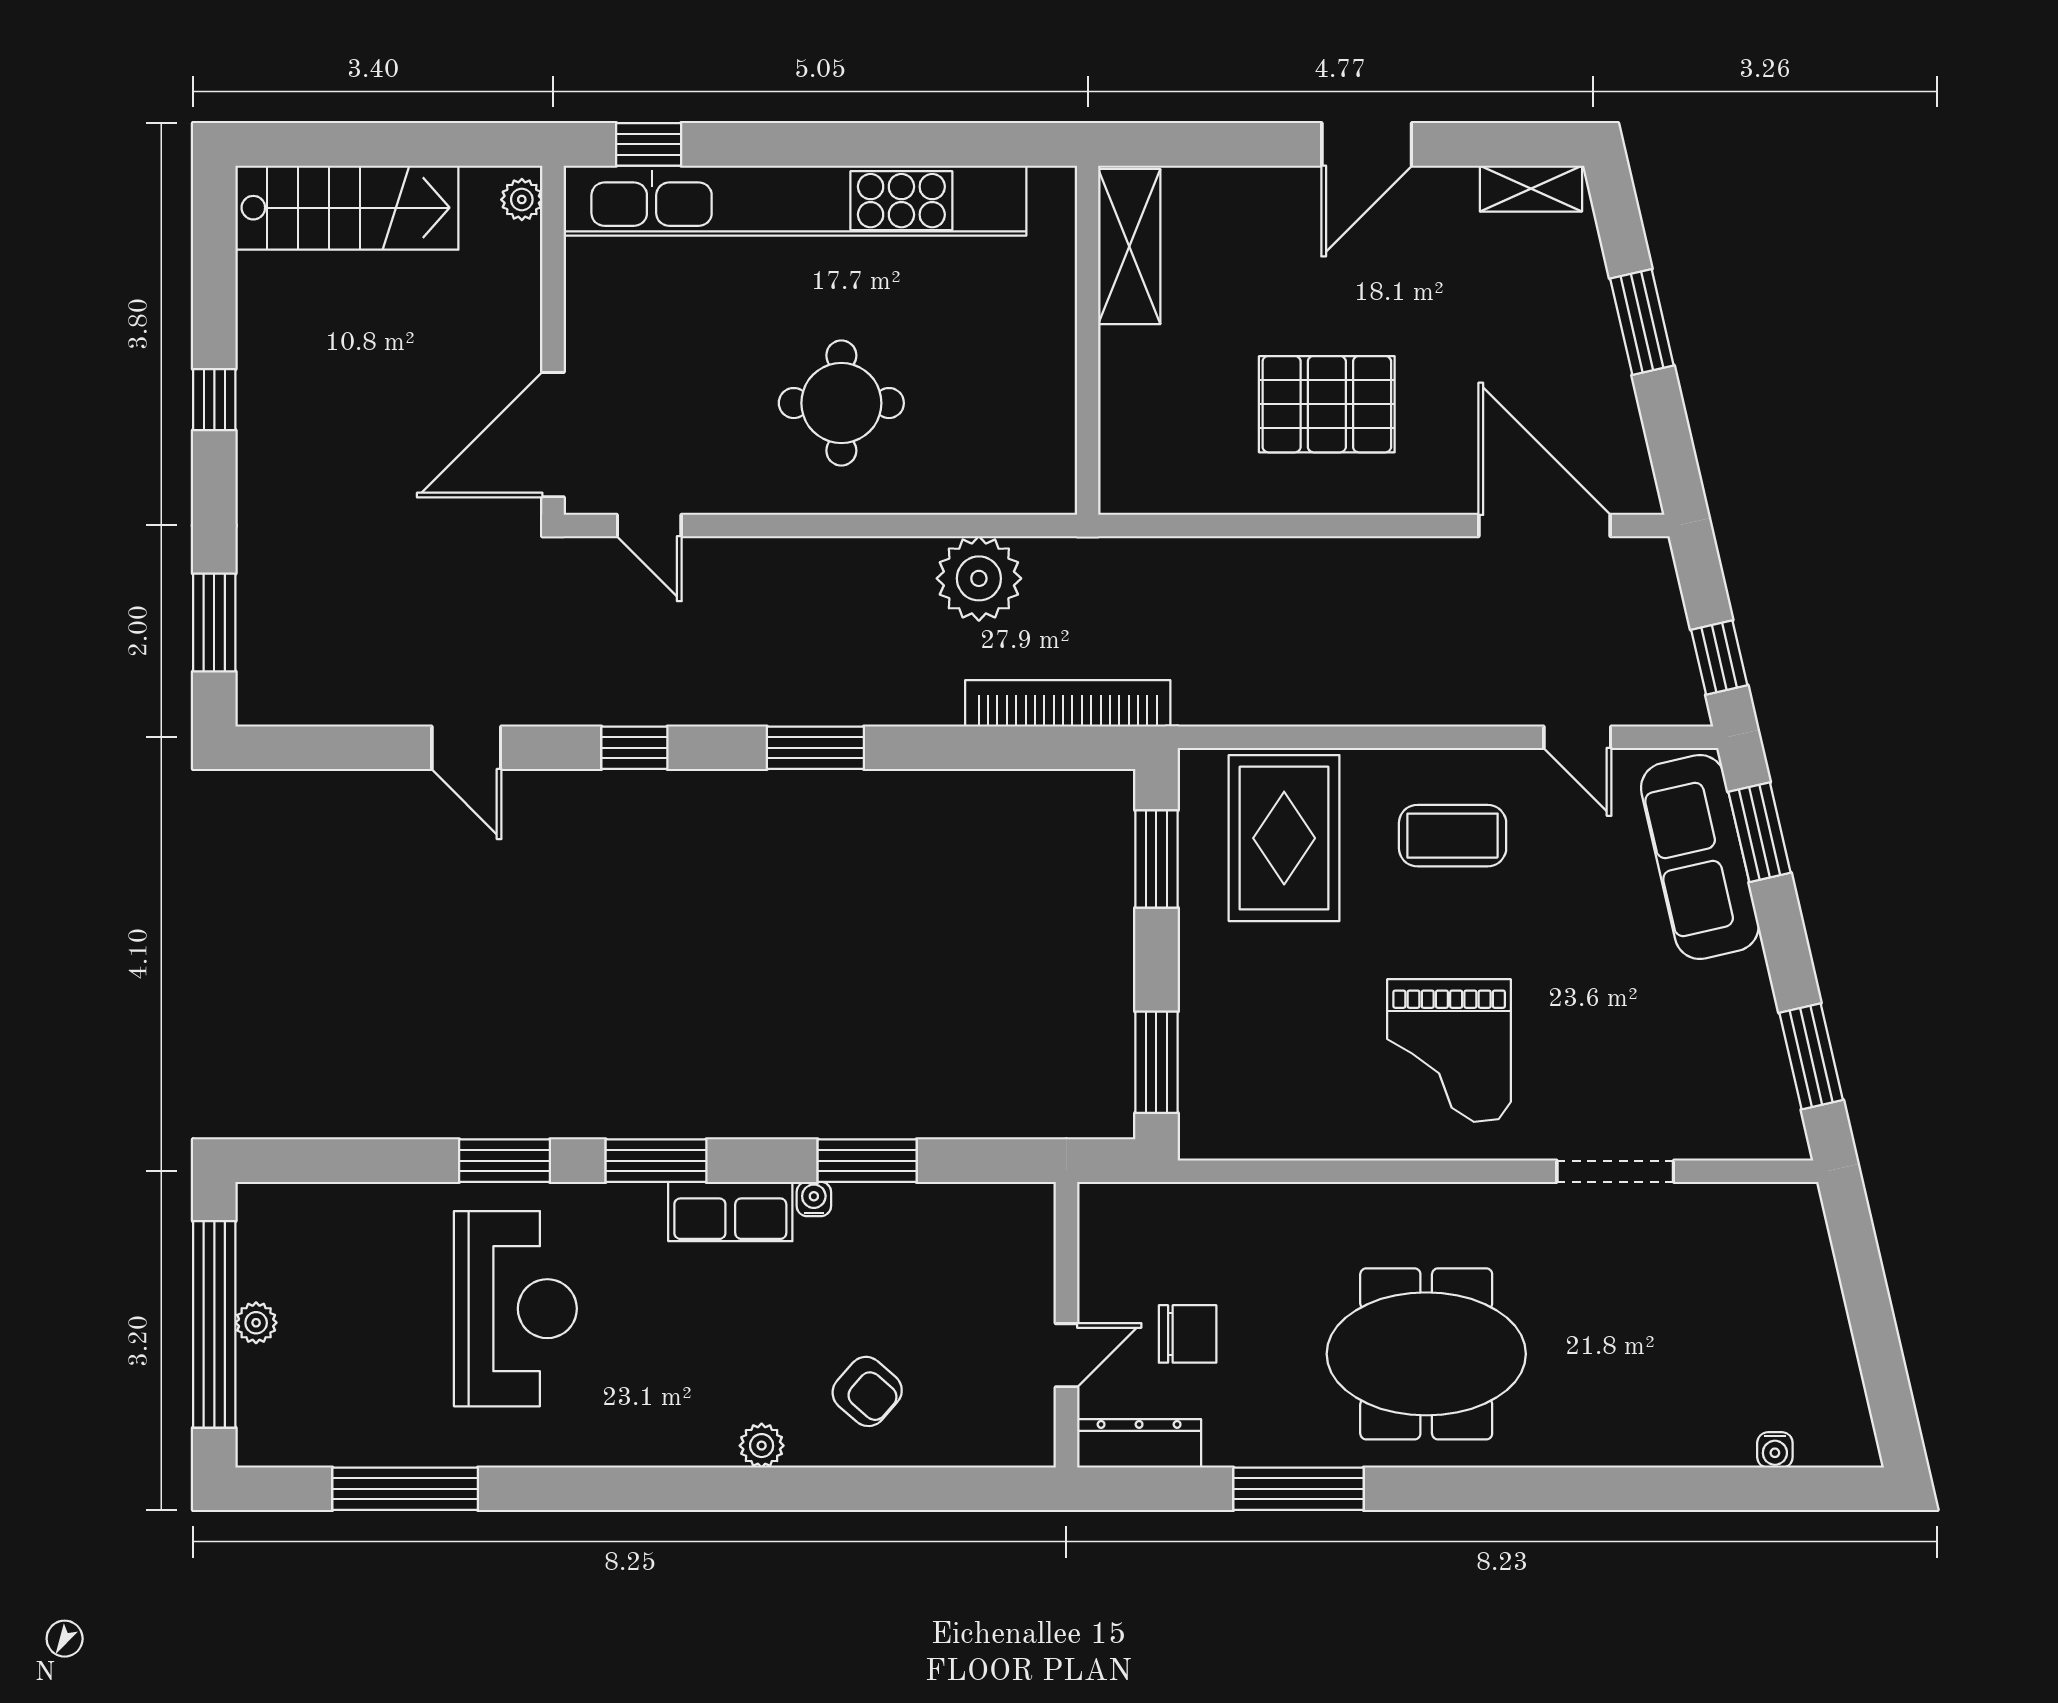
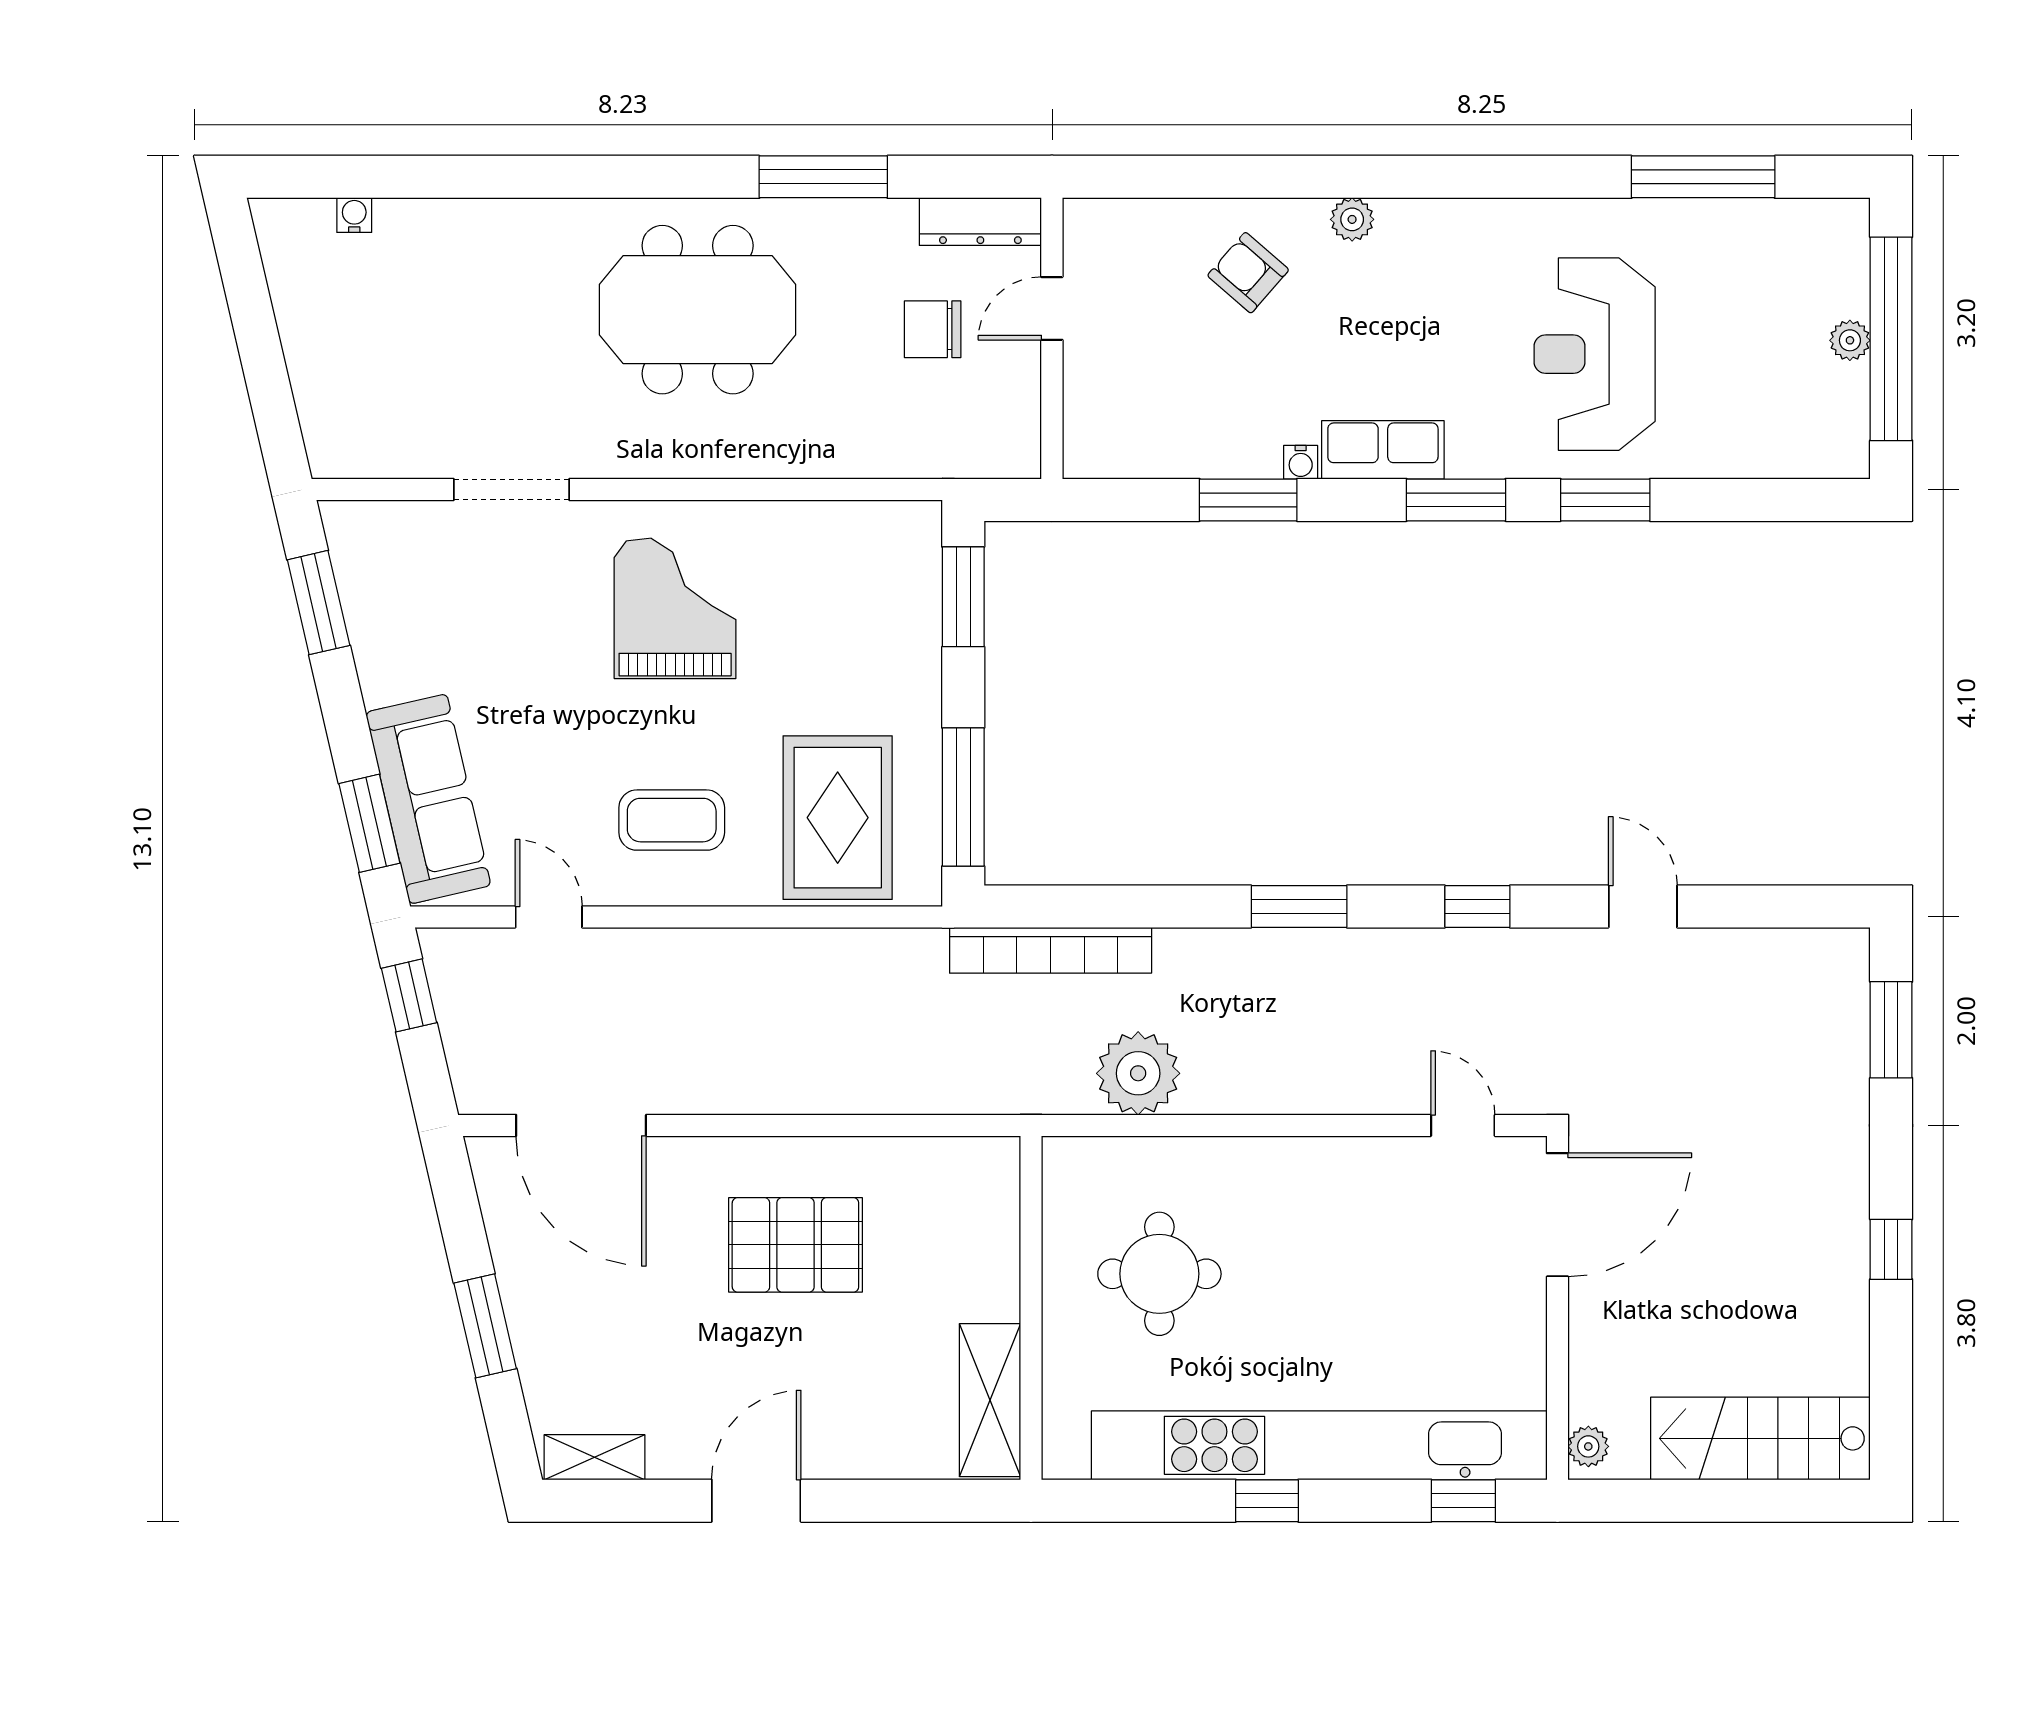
window: (848, 144) -> (1267, 1501), added
round table: (841, 403) -> (1159, 1274), moved
window: (1156, 859) -> (963, 797), width x1.44

